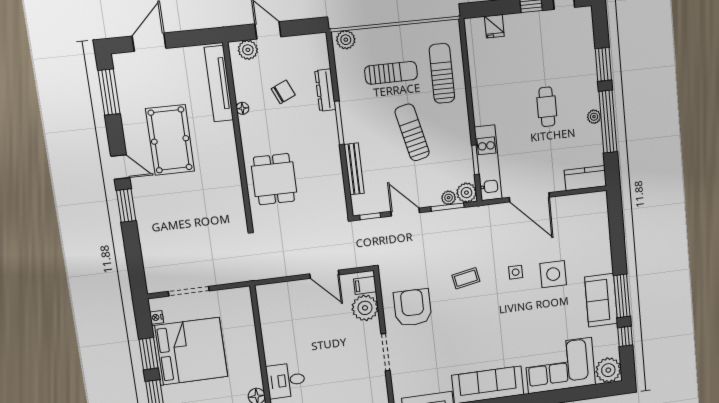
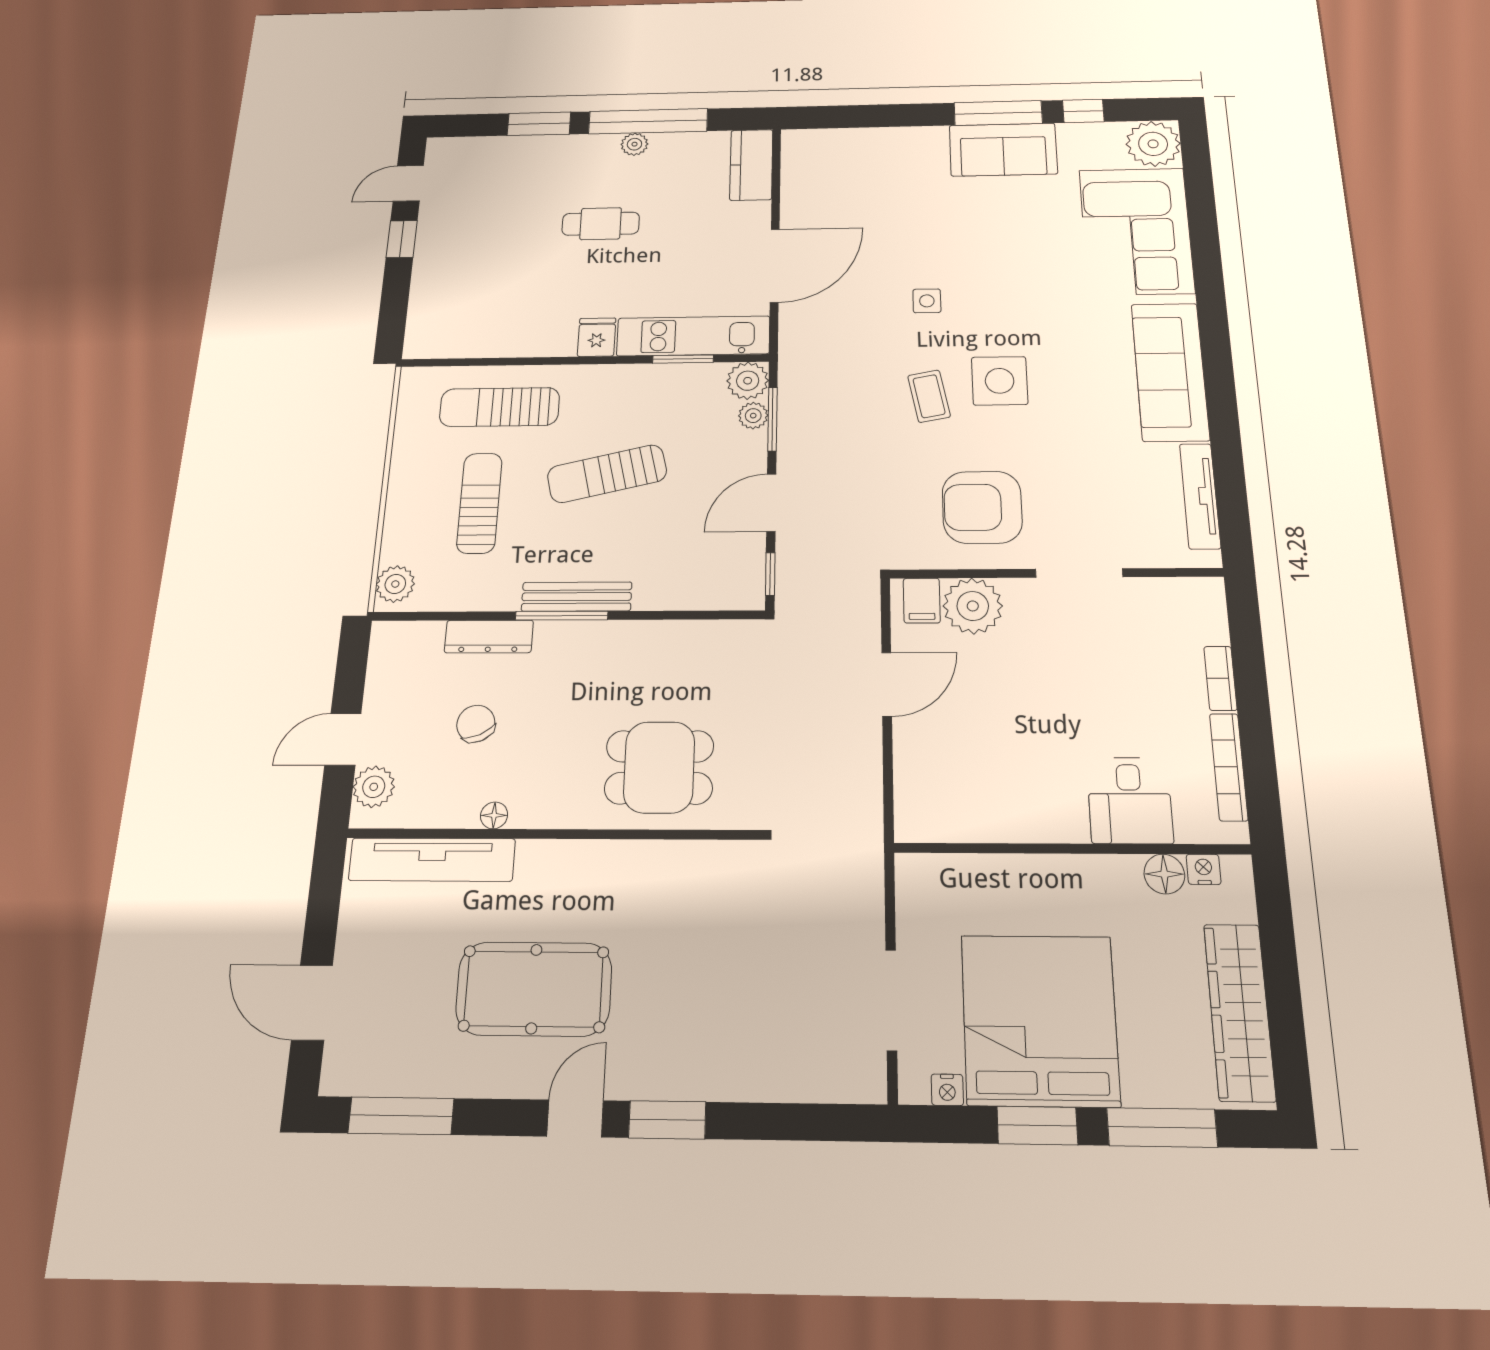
fridge: (494, 26) -> (597, 337), moved, turned -90
bench: (354, 169) -> (577, 597), moved
side table: (553, 274) -> (1000, 381), moved

